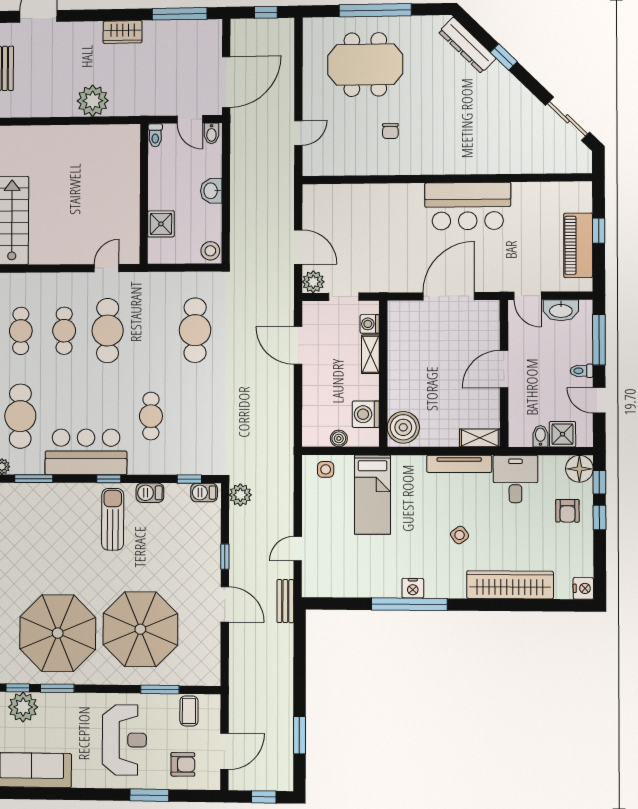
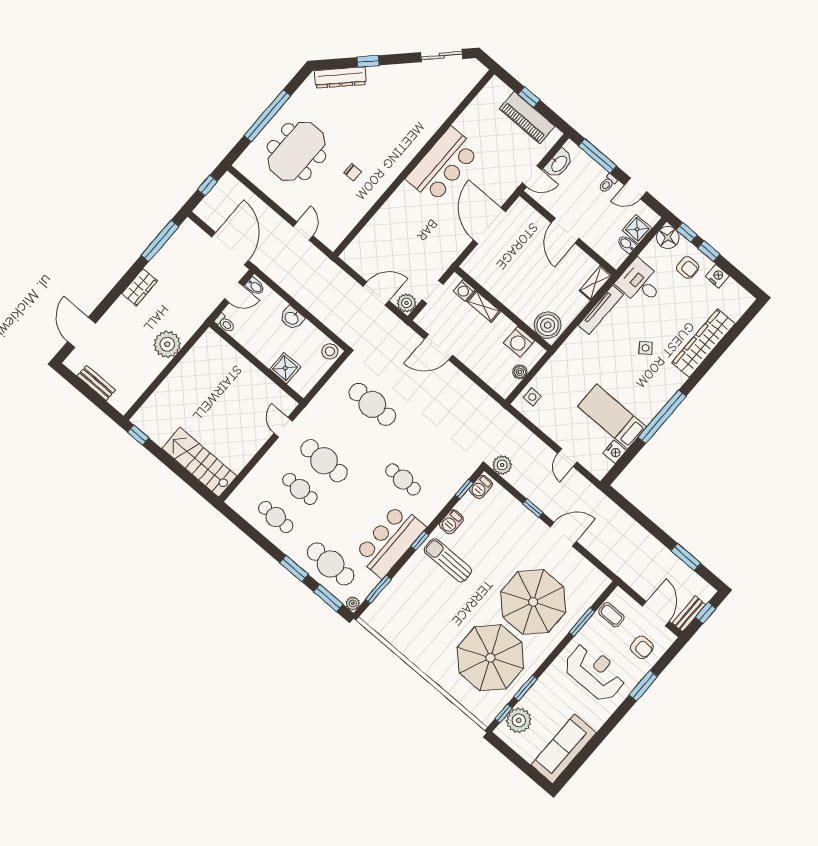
bed: (372, 495) -> (612, 417), moved, turned 180
nightstand: (413, 588) -> (615, 452), moved
nightstand: (583, 588) -> (717, 276), moved
bench: (285, 601) -> (689, 614), moved, turned 90
armchair: (183, 764) -> (642, 647), turned 90

